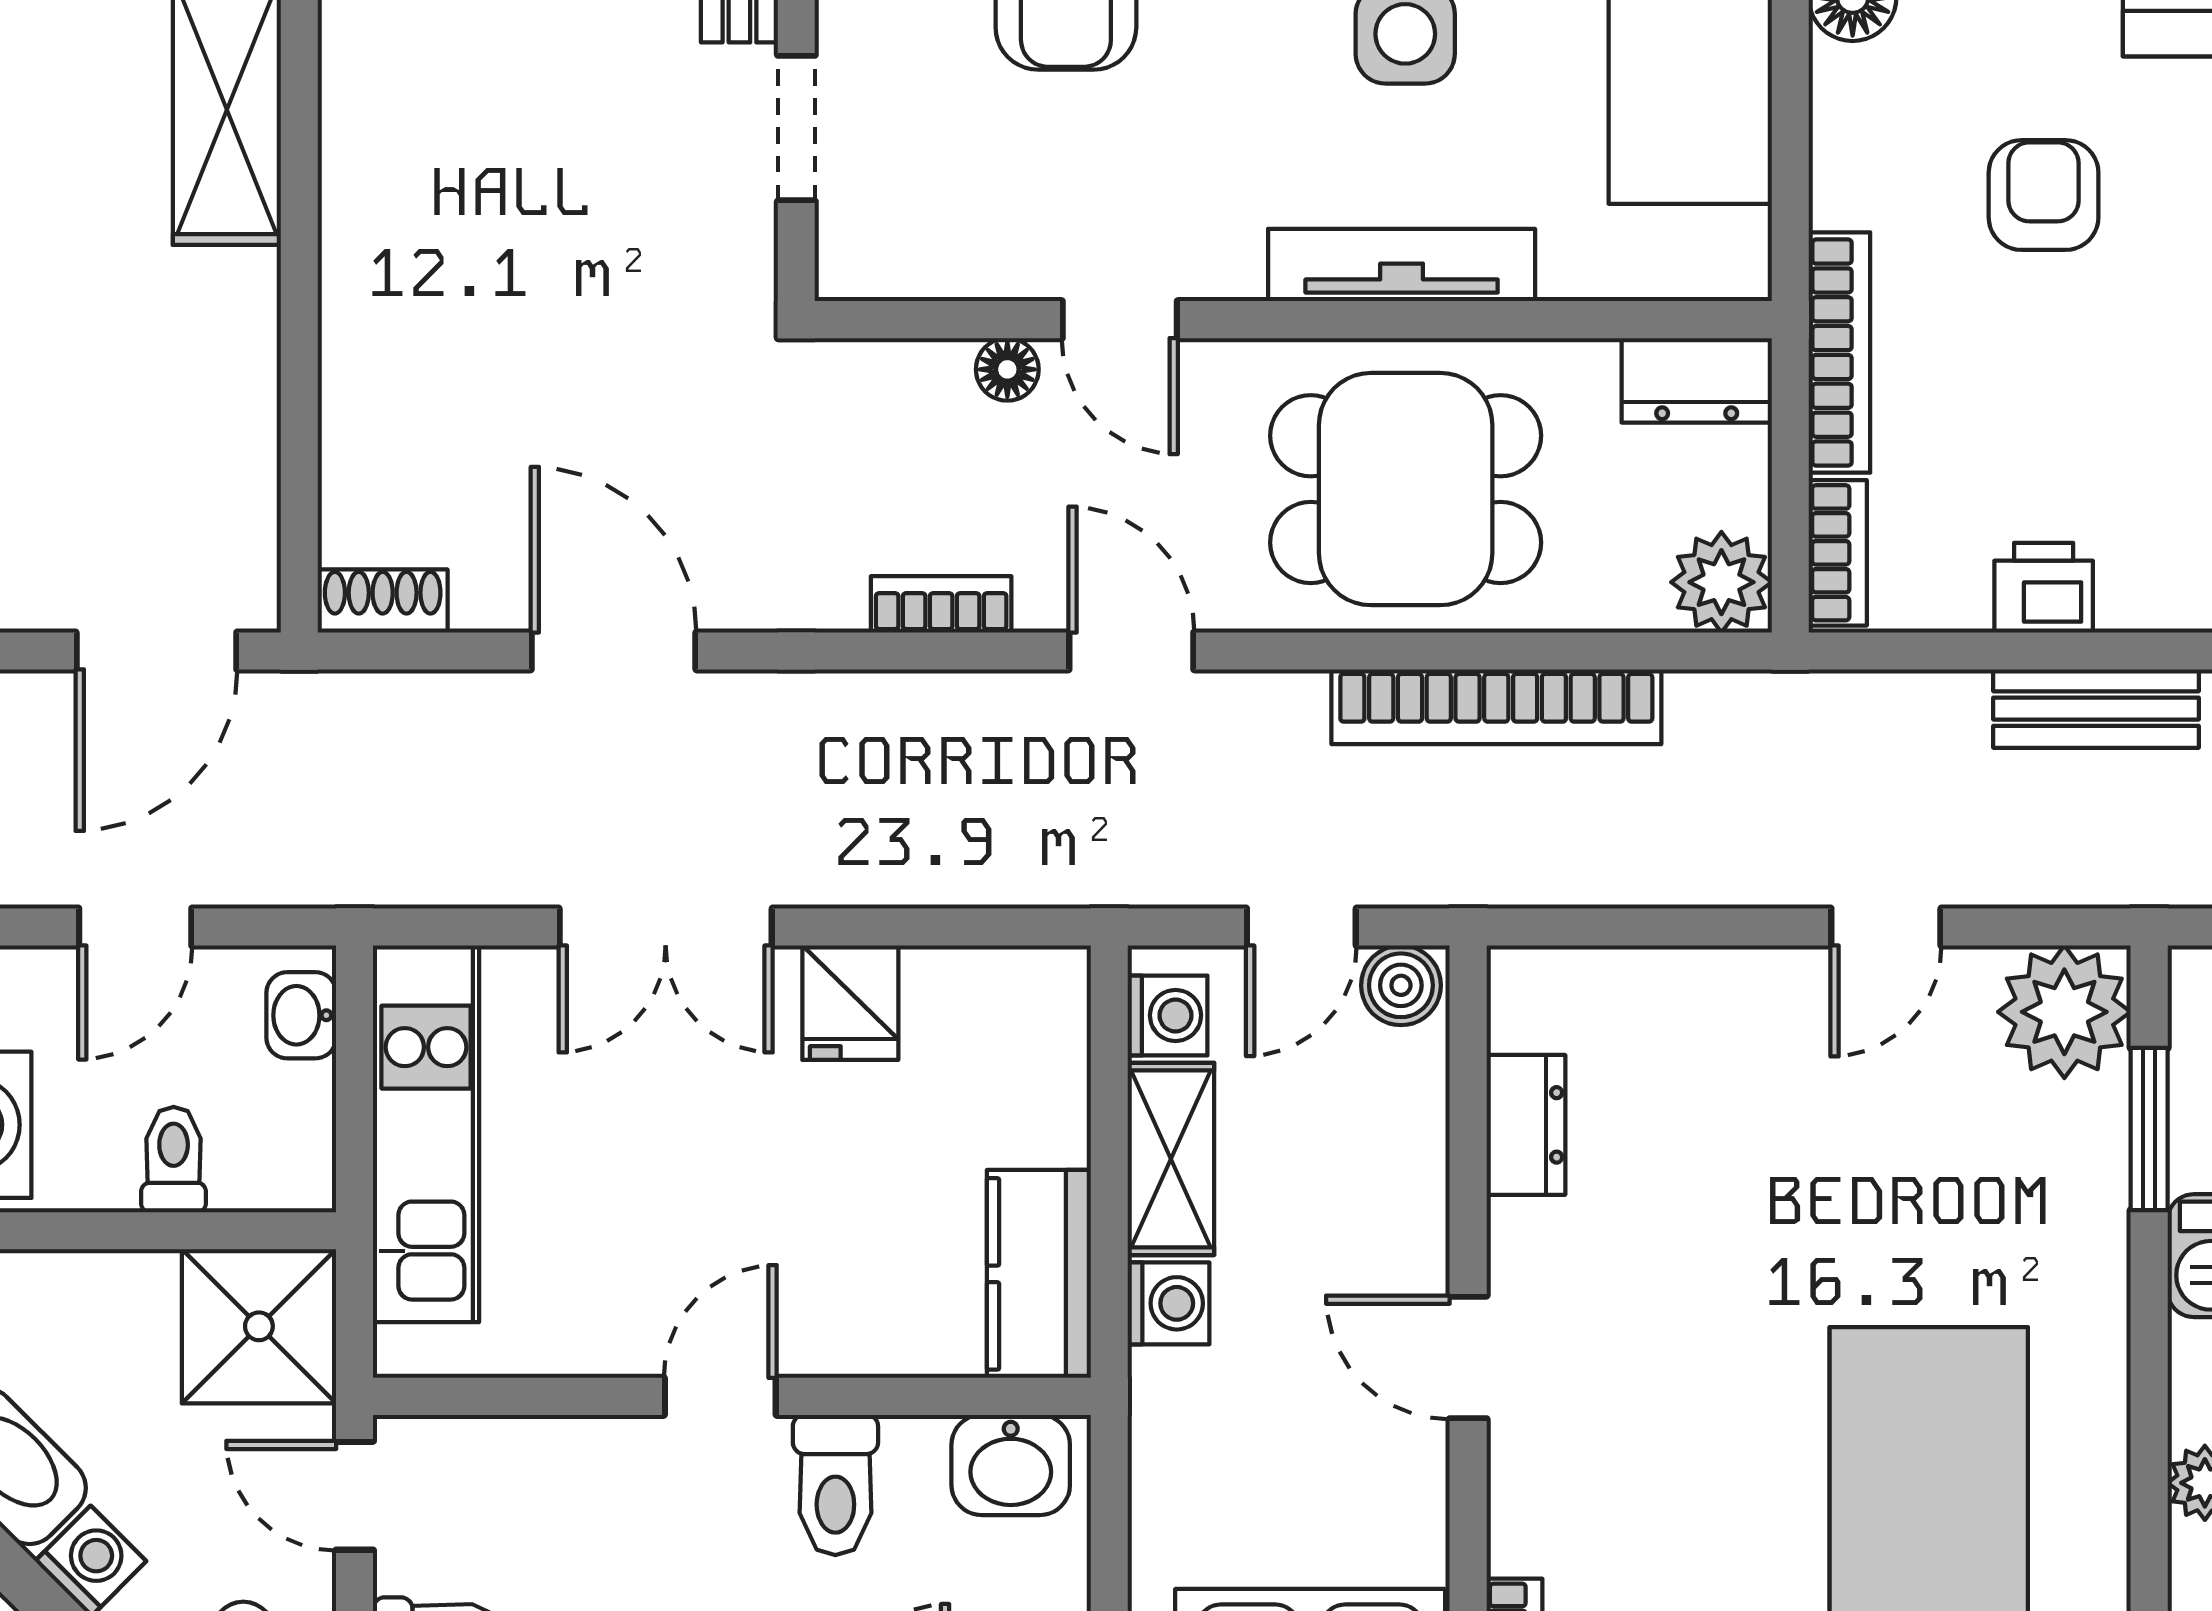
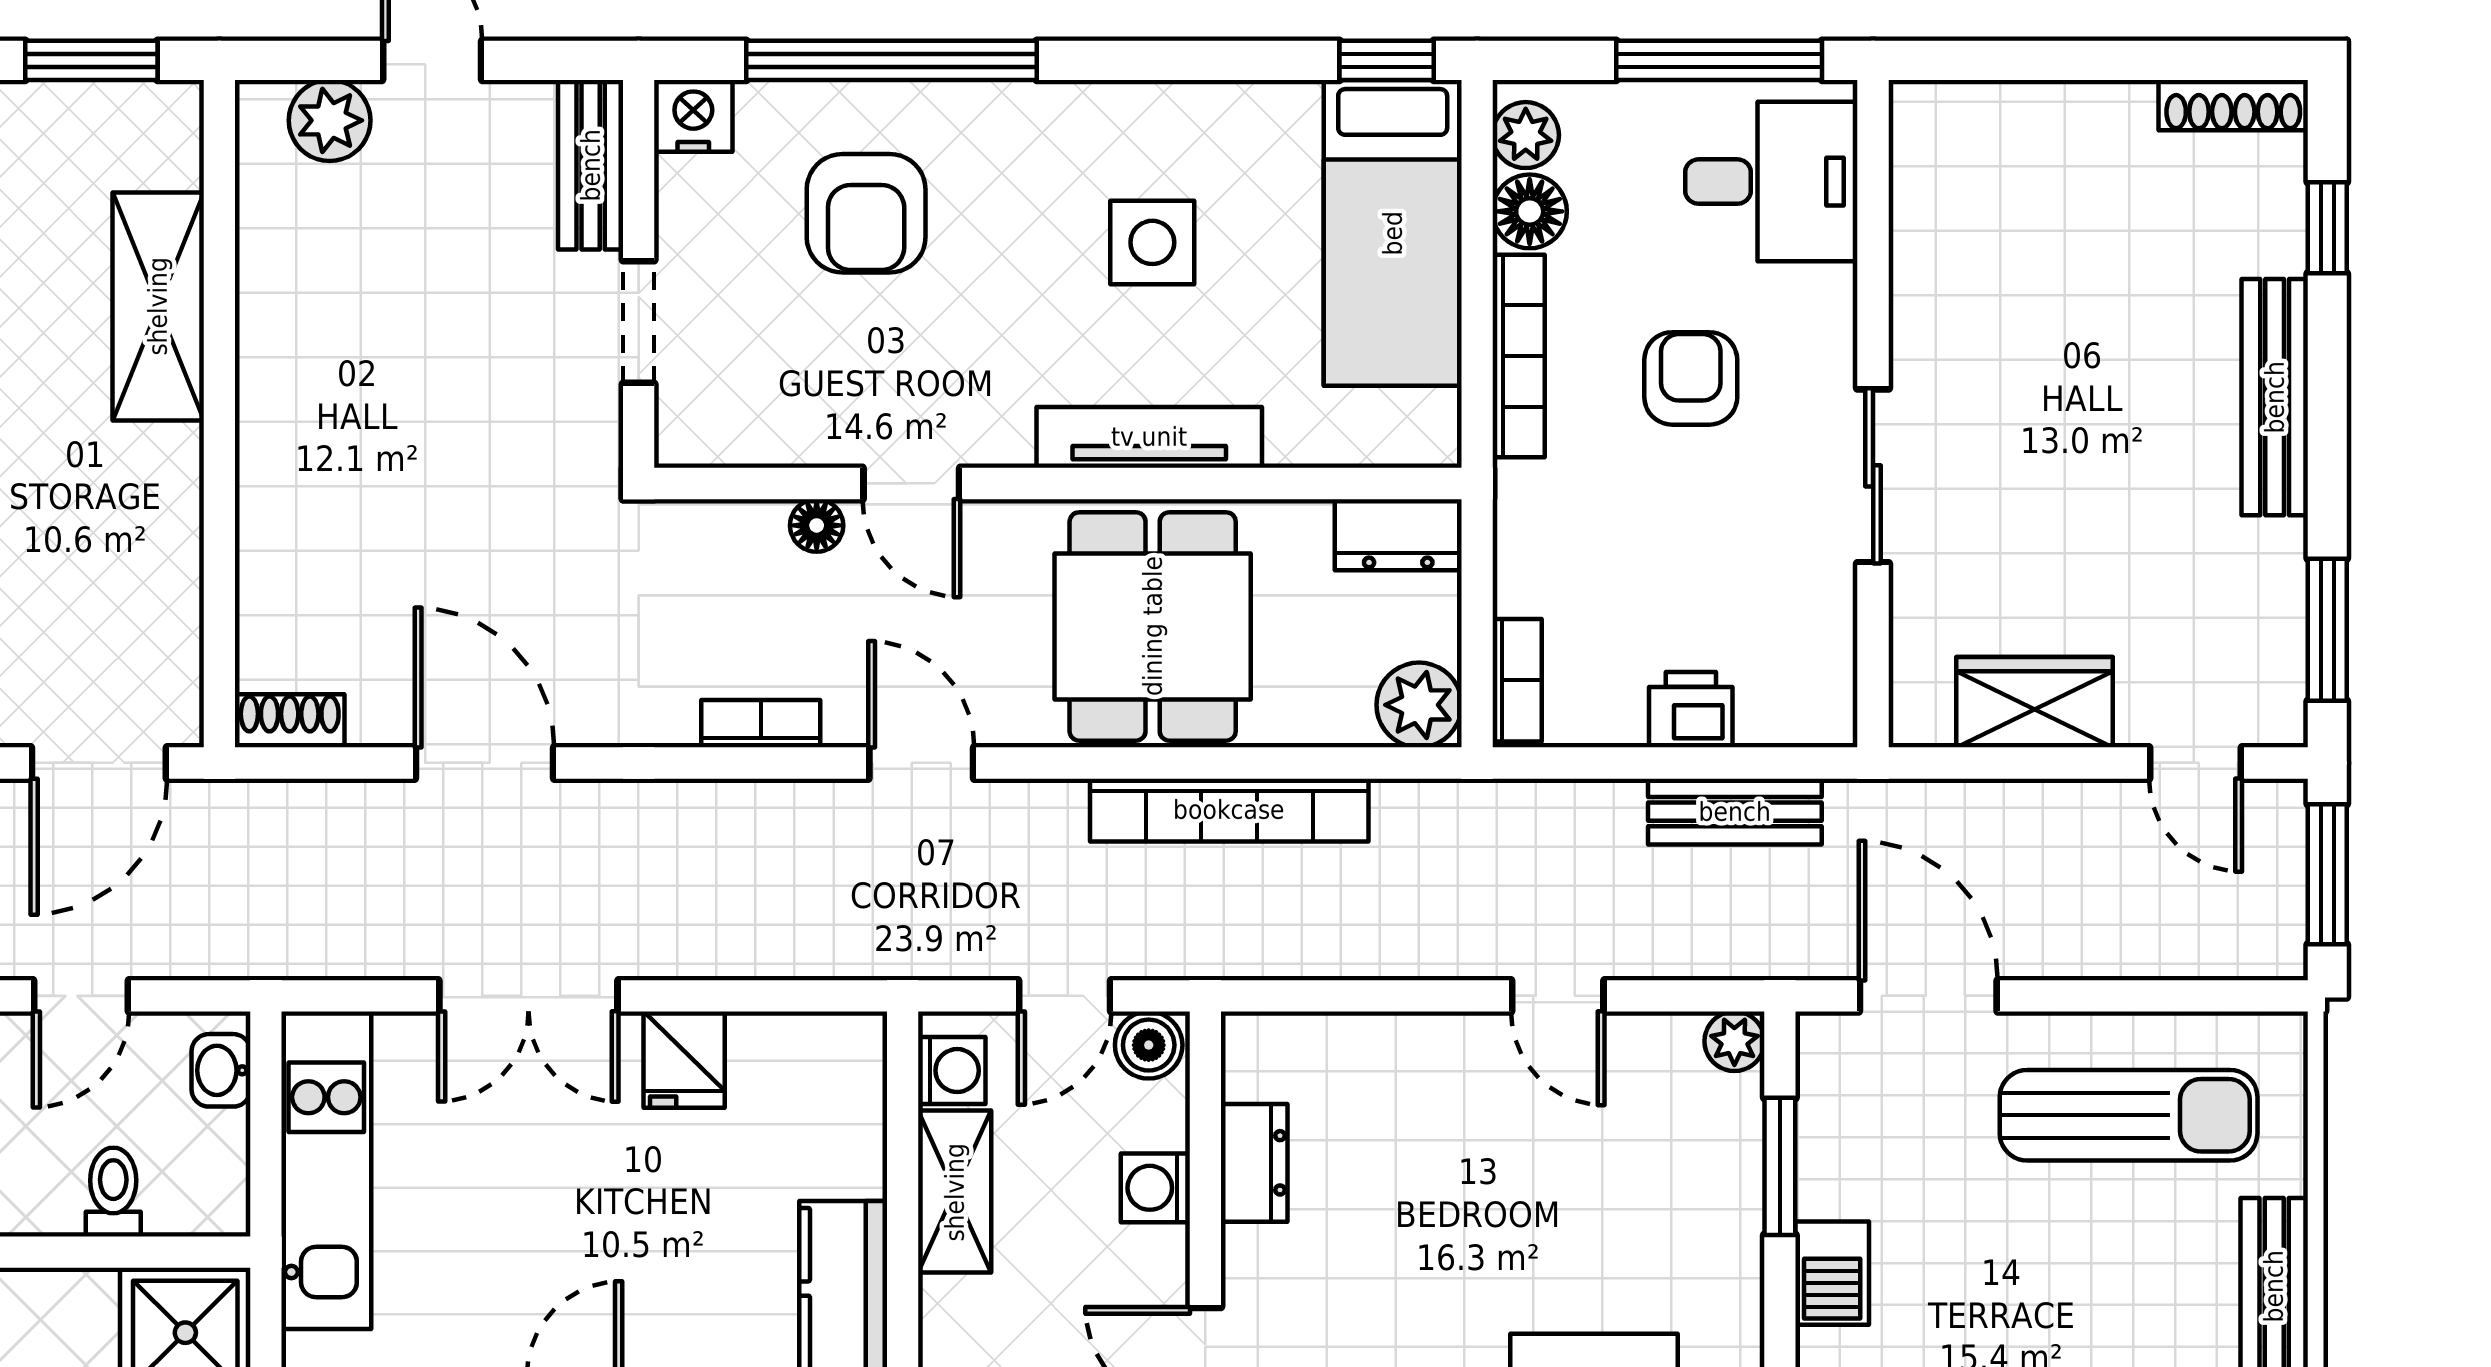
bookcase: (1839, 353) -> (1519, 356), moved
dining table: (1406, 489) -> (1153, 626), turned 90
door: (1886, 927) -> (1558, 996), hinge flipped
plant: (2064, 1012) -> (1734, 1041), width x0.53, depth x0.53
washing machine: (1169, 1303) -> (1155, 1188), moved, turned 180

